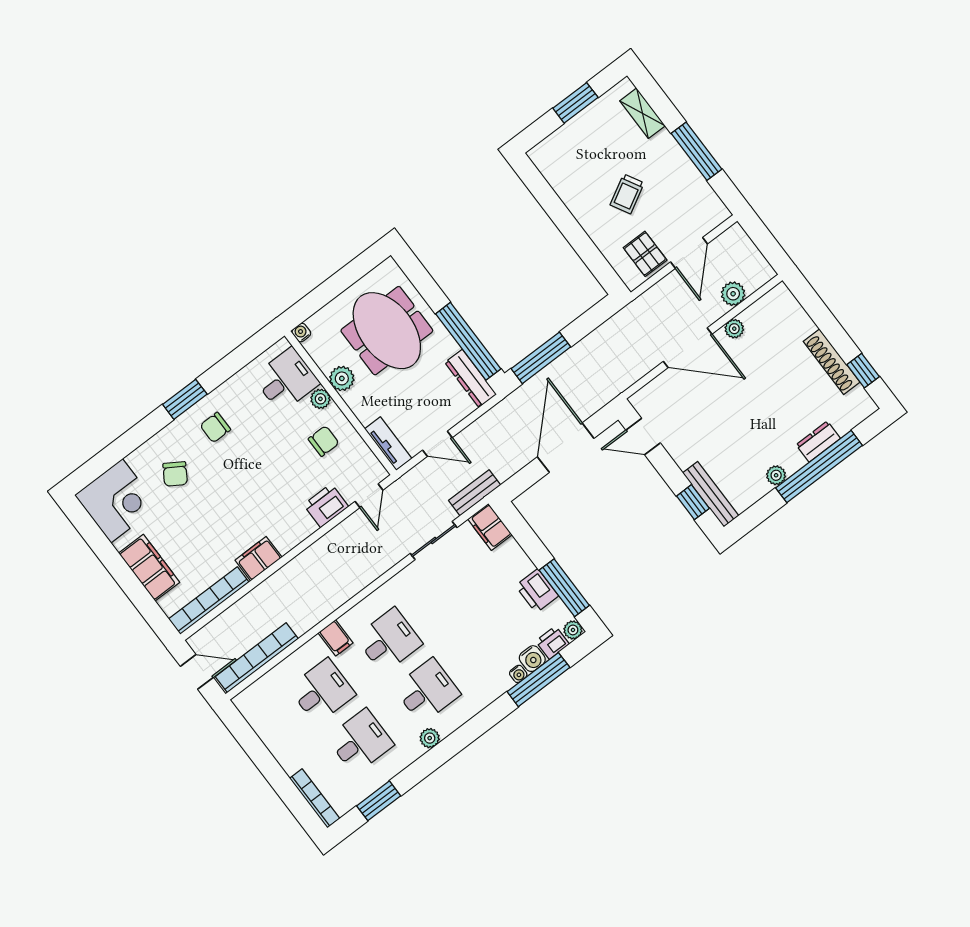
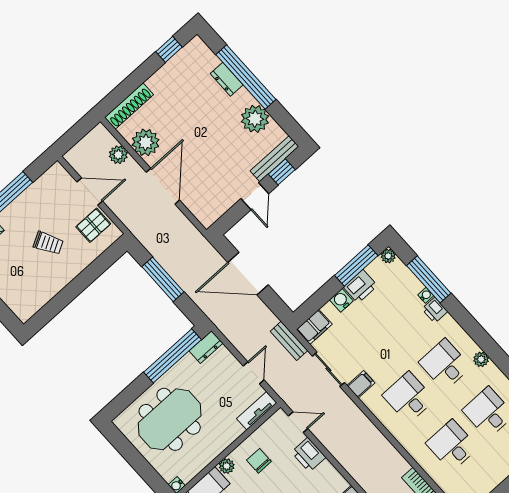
plant: (734, 329) -> (146, 142), width x1.88, depth x1.88
window: (541, 358) -> (163, 279), moved
shoe rack: (832, 362) -> (129, 106), moved
plant: (342, 378) -> (209, 451), removed
dresser: (471, 378) -> (206, 347), width x0.70
door: (643, 436) -> (255, 196), moved
plant: (776, 475) -> (255, 119), width x1.87, depth x1.87
filing cabinet: (336, 638) -> (361, 384), moved
printer: (552, 643) -> (435, 310), moved
water cooler: (532, 659) -> (341, 300), moved, turned -90

